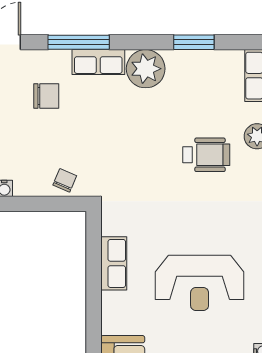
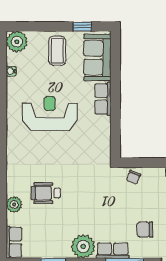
row of seats: (114, 263) -> (103, 99), moved

